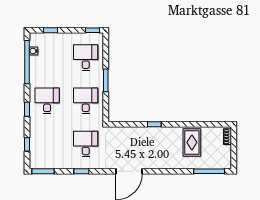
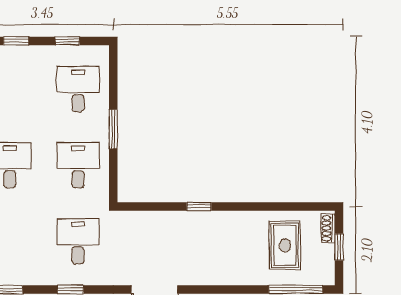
window: (92, 30) -> (67, 41), moved
rug: (192, 142) -> (285, 245), moved
window: (234, 147) -> (339, 247), added

